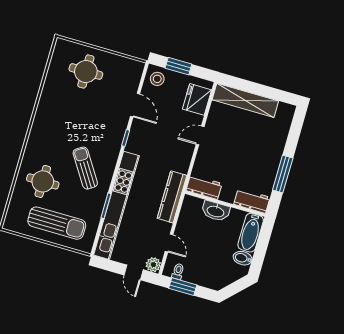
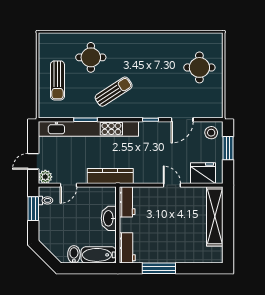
sun lounger: (57, 223) -> (57, 80), width x0.73, depth x0.75

